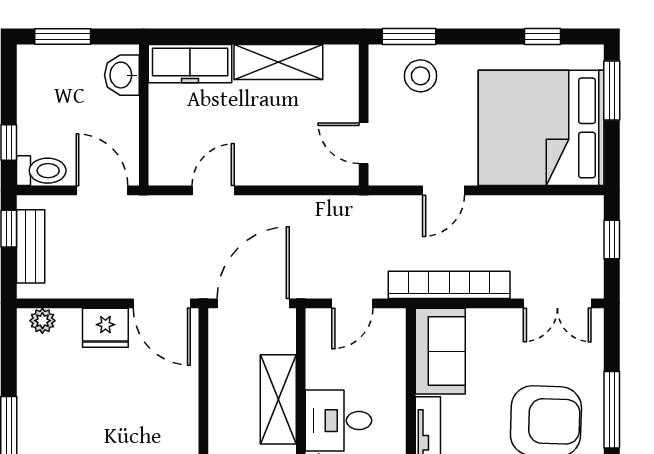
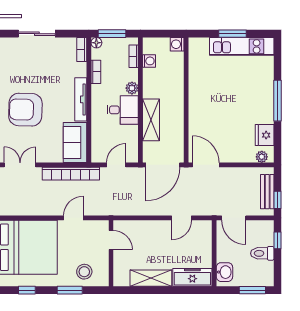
window: (409, 36) -> (70, 290), moved
toilet: (41, 171) -> (262, 253), moved
fridge: (105, 328) -> (265, 135), moved, turned -90

